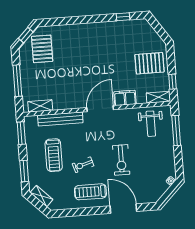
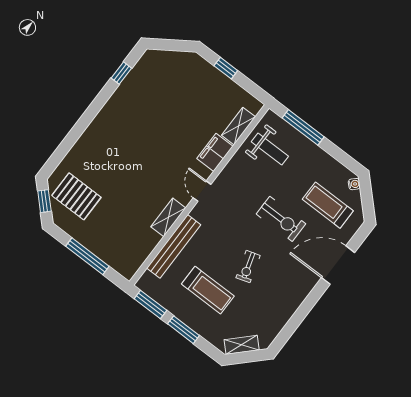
pallet: (150, 63) -> (200, 90), removed
window: (173, 82) -> (226, 68), moved
shelving: (158, 97) -> (238, 126), moved
shelving: (40, 106) -> (168, 217), moved
door: (100, 109) -> (202, 191), width x0.53
window: (24, 171) -> (184, 330), moved
treadmill: (90, 192) -> (328, 205), moved, turned 90

